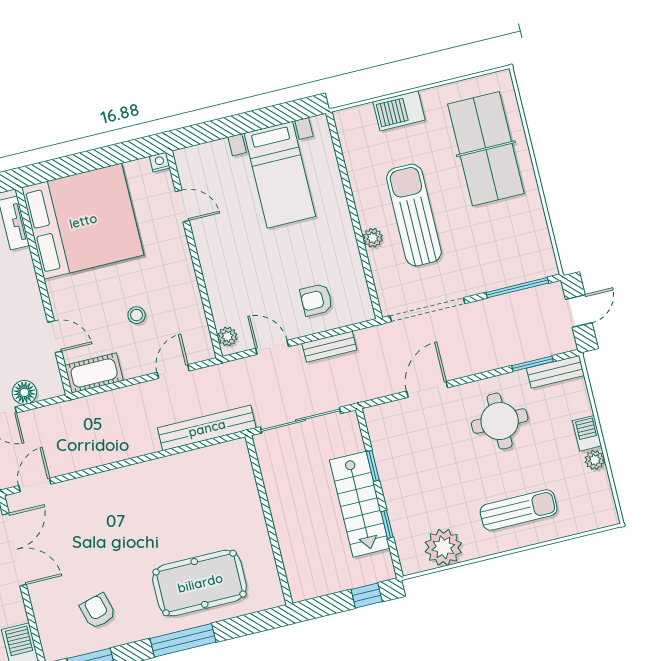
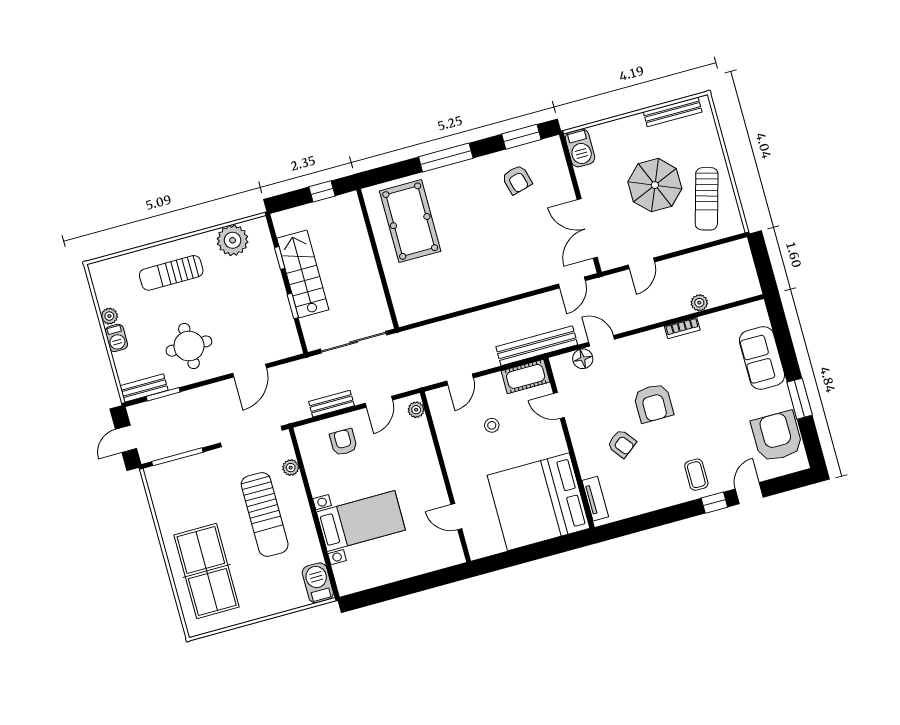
barbecue: (399, 111) -> (318, 583), moved, turned -90
nightstand: (160, 162) -> (476, 552), removed
bed with nightstands: (280, 175) -> (361, 521), moved, turned 90
plant: (373, 238) -> (291, 468), moved
armchair: (316, 300) -> (343, 442), turned -90
door: (272, 347) -> (379, 402), hinge flipped
bench: (207, 428) -> (537, 346), moved
pool table: (200, 583) -> (410, 221), moved, turned 90
window: (367, 595) -> (322, 191), moved

